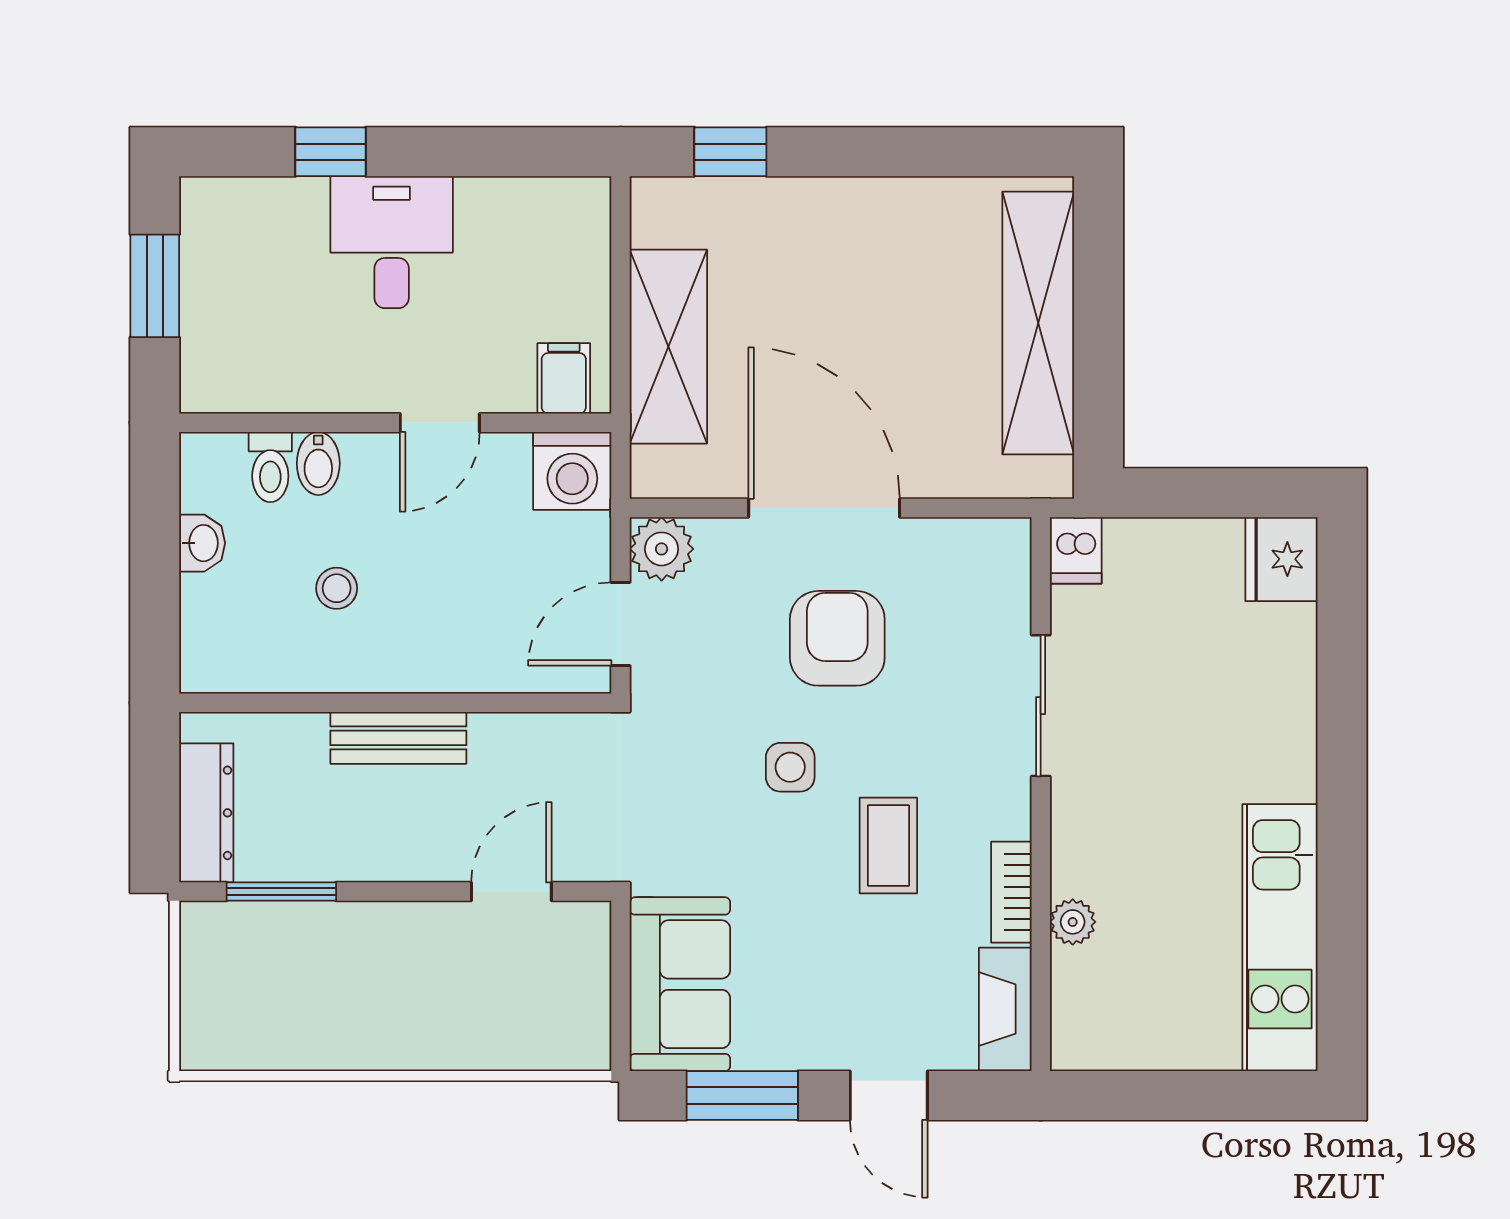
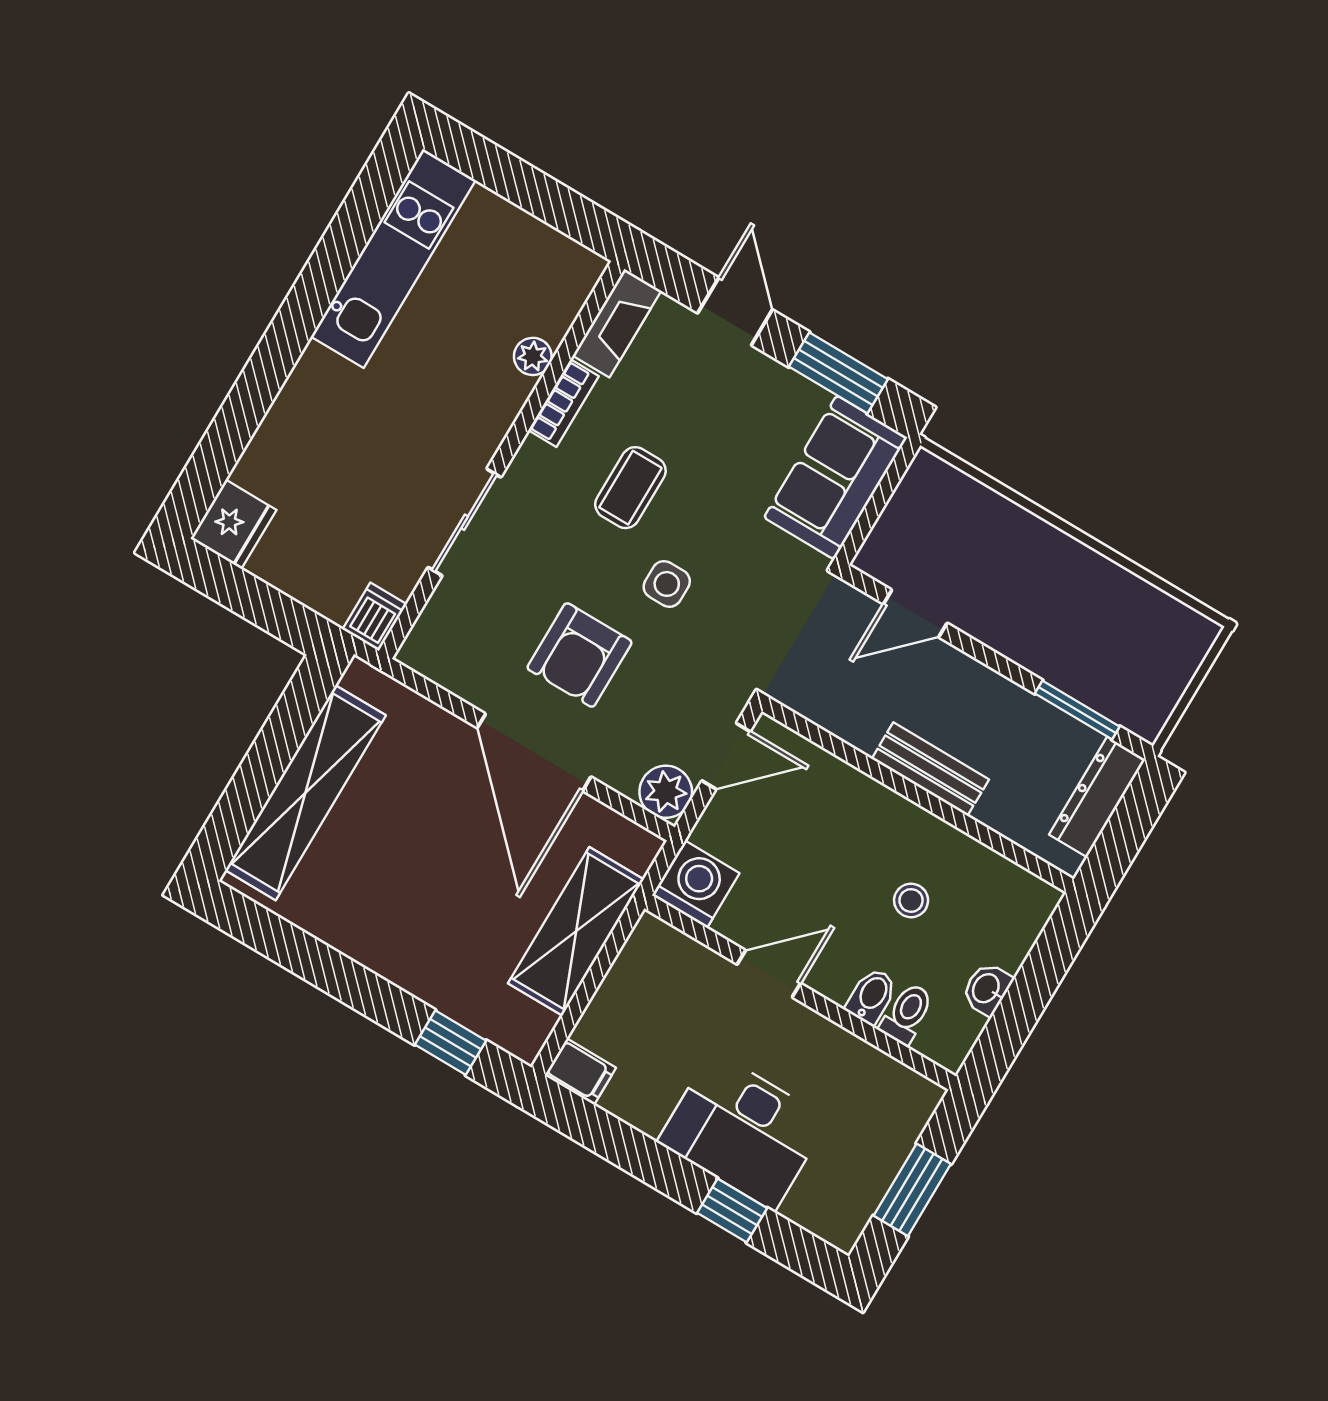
desk: (392, 242) -> (743, 1131), width x1.37
filing cabinet: (564, 378) -> (580, 1072), moved, turned -90

